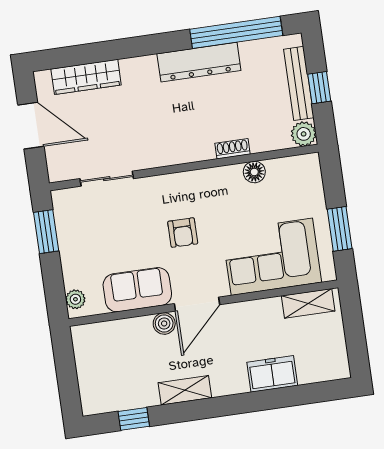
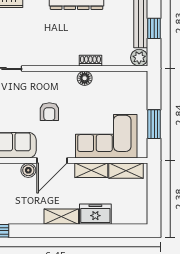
floor lamp: (254, 172) -> (85, 78), moved
shelving: (257, 310) -> (91, 170), added
shelving: (185, 390) -> (61, 217), moved

